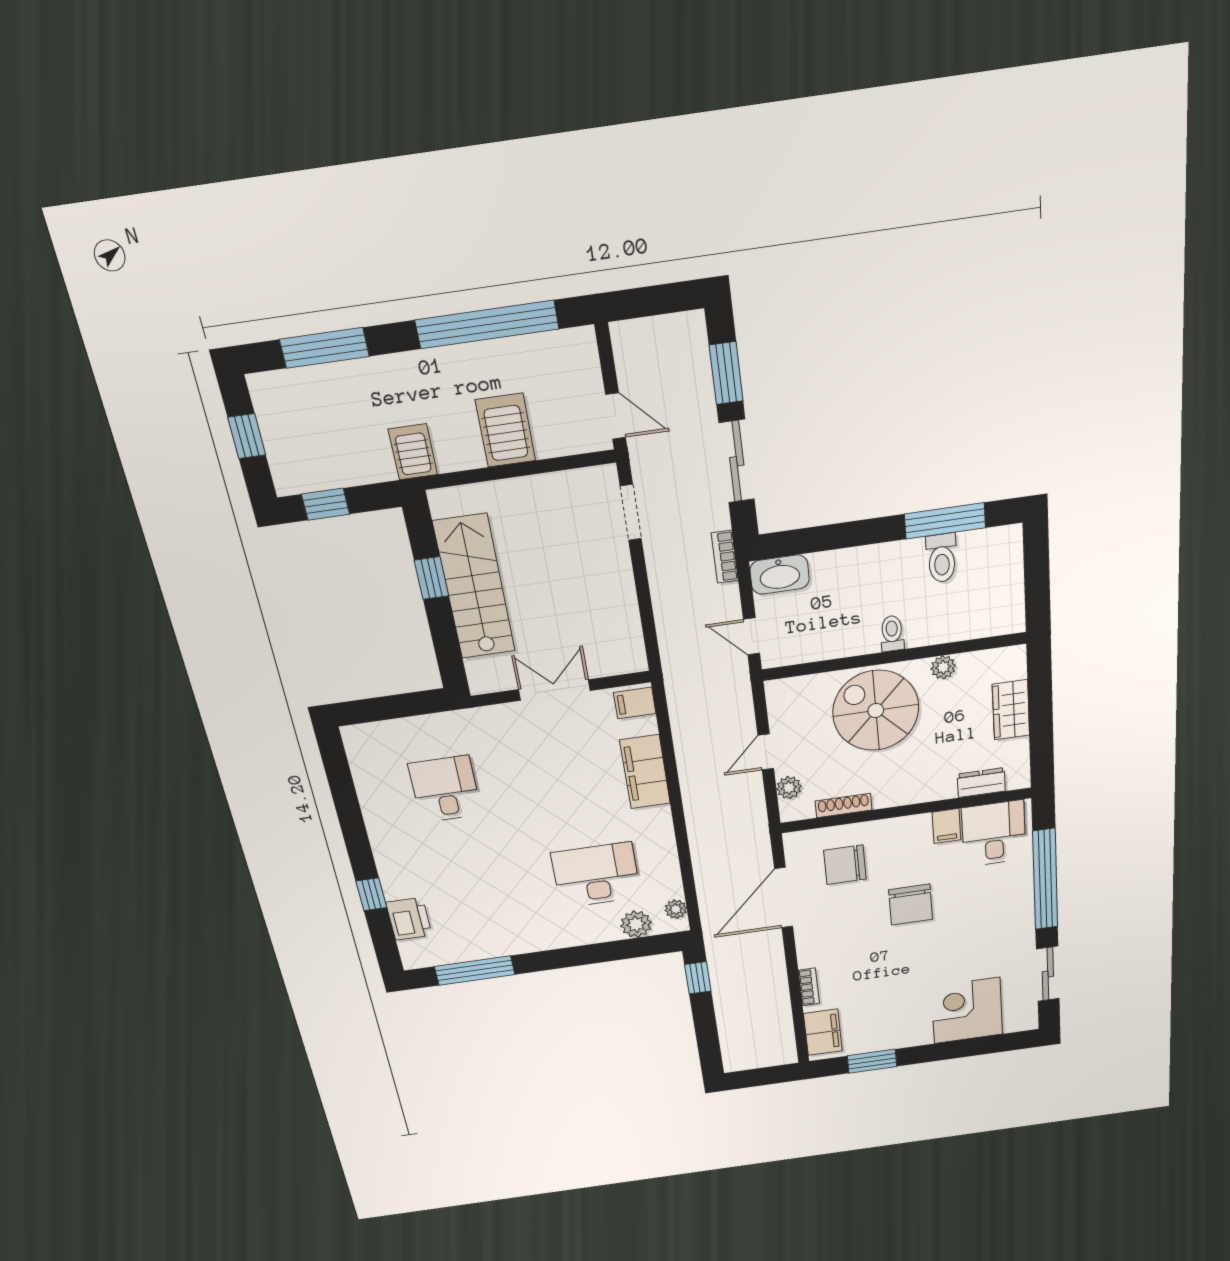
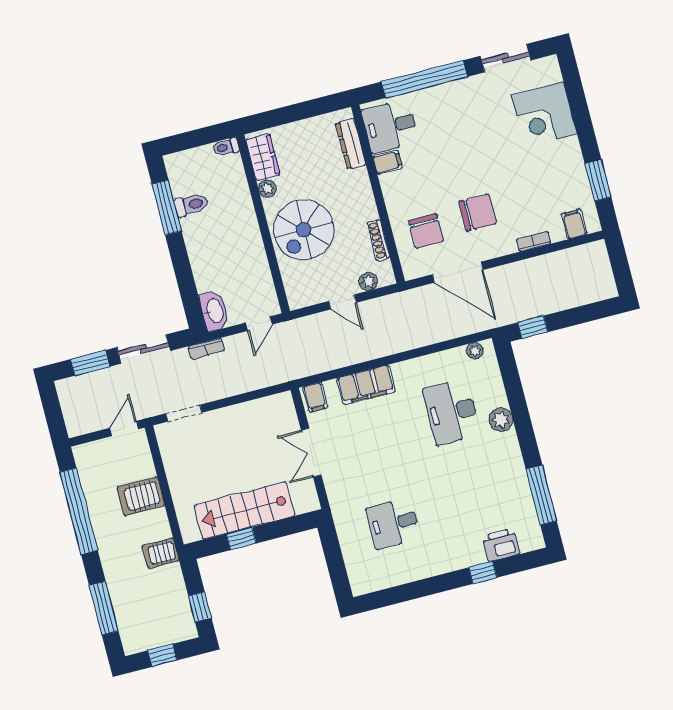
toilet: (892, 633) -> (226, 147), moved
wardrobe: (1011, 710) -> (263, 157), moved, turned -90
dresser: (981, 783) -> (351, 144), width x1.44
chair: (911, 905) -> (478, 212), moved
plant: (636, 924) -> (501, 420), moved
filing cabinet: (823, 1032) -> (574, 224), width x0.50

